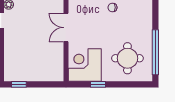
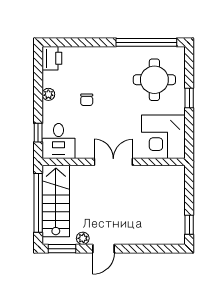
double door: (66, 28) -> (113, 162), swing flipped
window: (98, 84) -> (189, 98), moved

